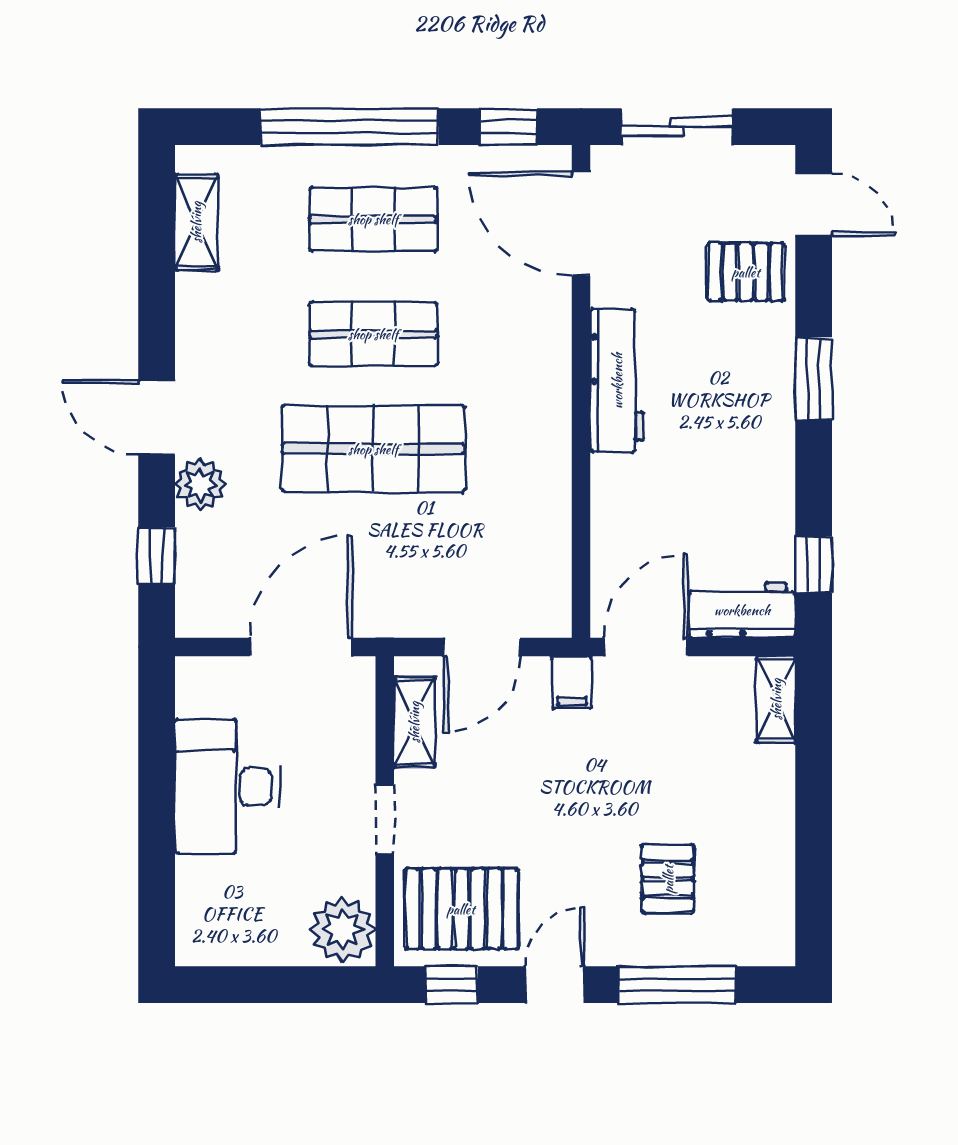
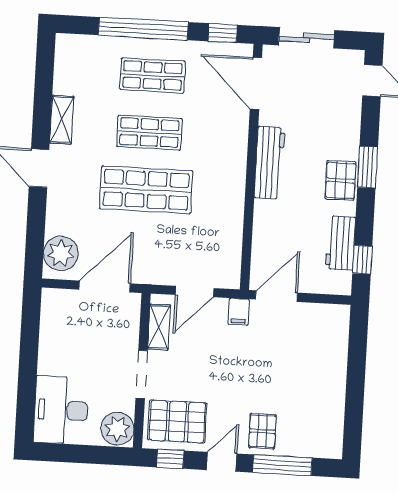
shelving: (196, 222) -> (62, 120), moved
pallet: (746, 272) -> (341, 180), moved, turned 90
plant: (200, 484) -> (61, 253), moved, width x1.36, depth x1.36
window: (157, 555) -> (35, 237), removed
workbench: (742, 610) -> (340, 243), moved, turned -90
shelving: (776, 699) -> (340, 326), removed
desk: (228, 787) -> (61, 410), moved
doorway: (385, 819) -> (142, 374), width x1.38
pallet: (668, 879) -> (262, 431), moved

